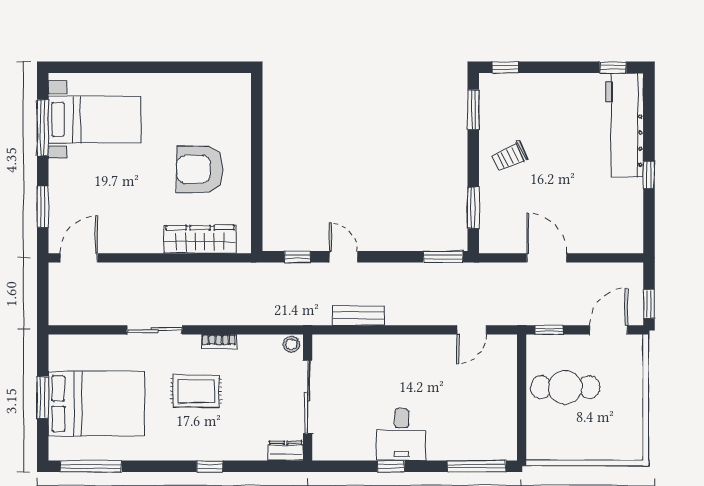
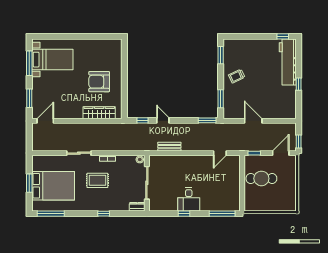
window: (505, 67) -> (235, 36), removed

